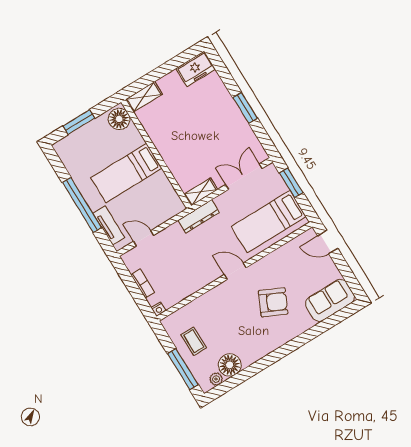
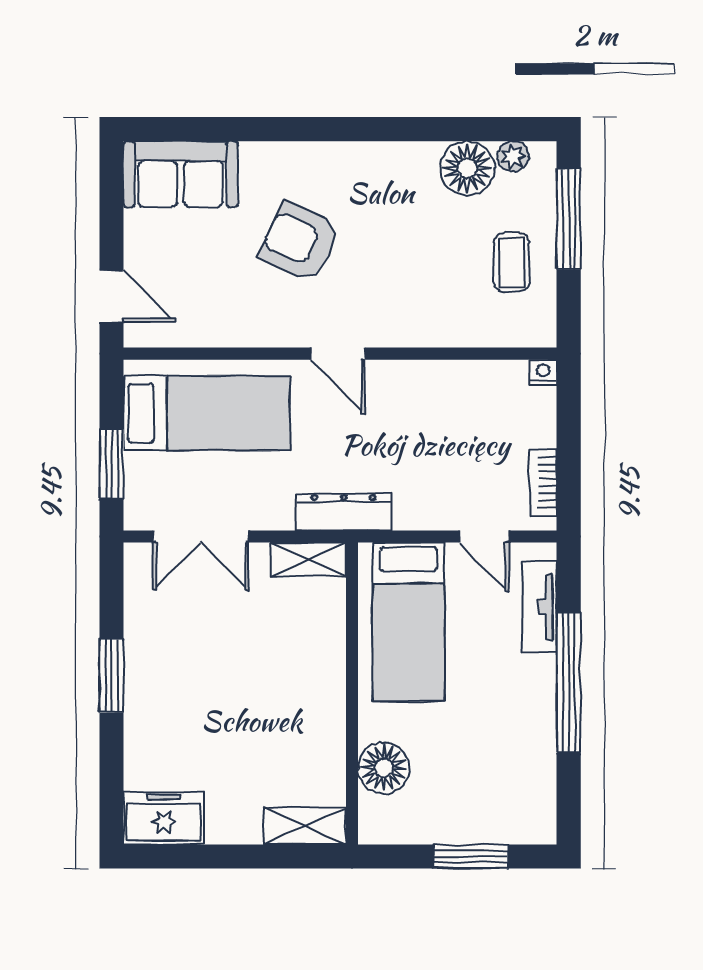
floor lamp: (119, 119) -> (384, 768), moved
bed: (126, 173) -> (409, 622), moved, turned 90
bookcase: (143, 284) -> (543, 483), moved

